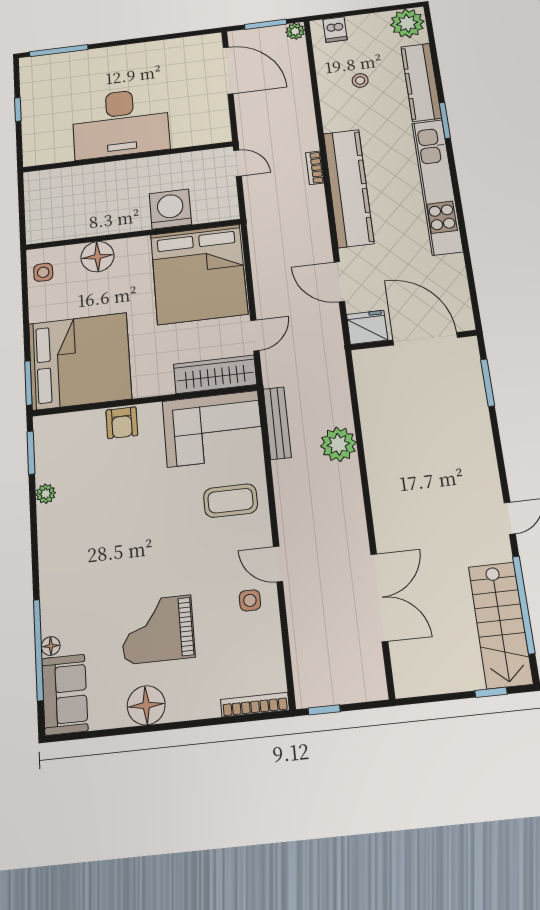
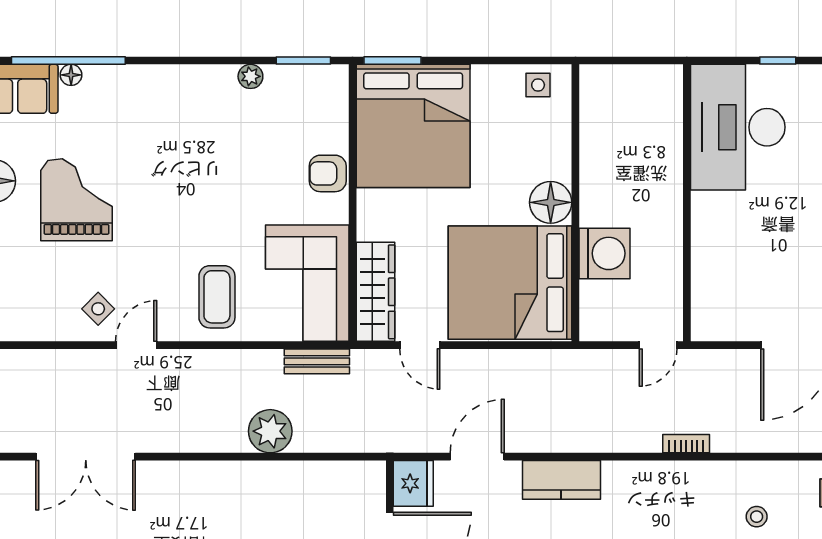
desk: (121, 123) -> (738, 127), moved
bookcase: (315, 168) -> (686, 444), moved
kitchen counter: (349, 188) -> (561, 480), width x0.48, depth x0.86
floor lamp: (97, 257) -> (551, 202), moved
bench: (277, 423) -> (317, 361), width x0.73
side table: (250, 600) -> (98, 309), turned 45

